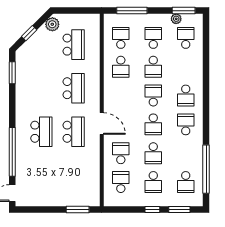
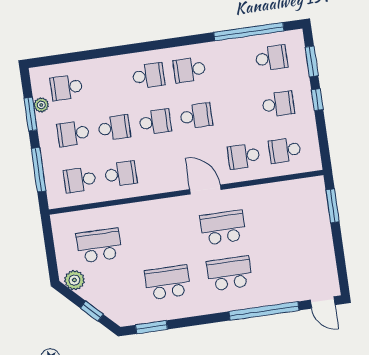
window: (184, 11) -> (31, 114), moved
school desk: (74, 88) -> (168, 282), moved
school desk: (153, 96) -> (155, 122), turned 180
door: (102, 124) -> (205, 189), hinge flipped
school desk: (153, 153) -> (237, 110), removed

